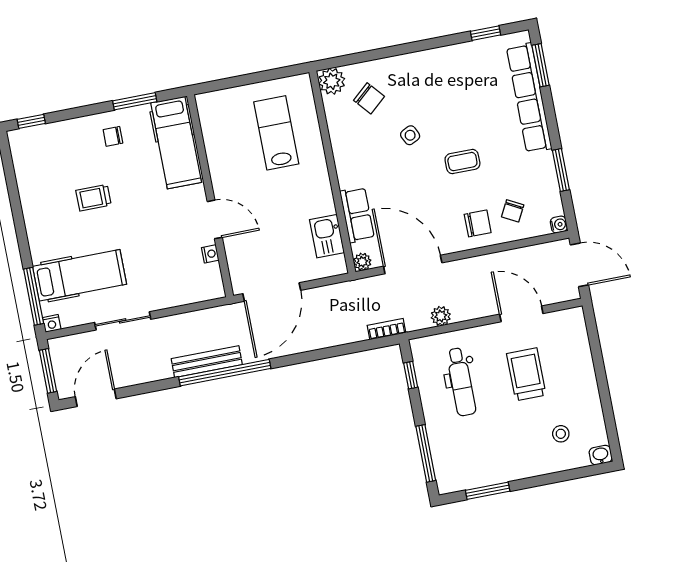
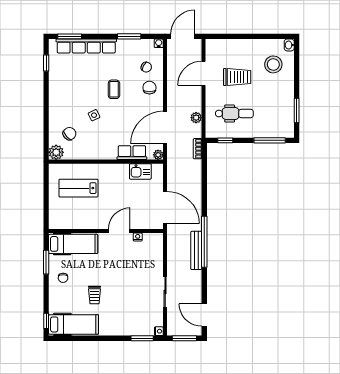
hospital bed: (80, 275) -> (74, 324), moved, turned 90
window: (34, 296) -> (142, 338), width x0.69
trolley: (526, 374) -> (237, 77), turned 180
stool: (561, 434) -> (273, 64), width x1.89, depth x1.89

